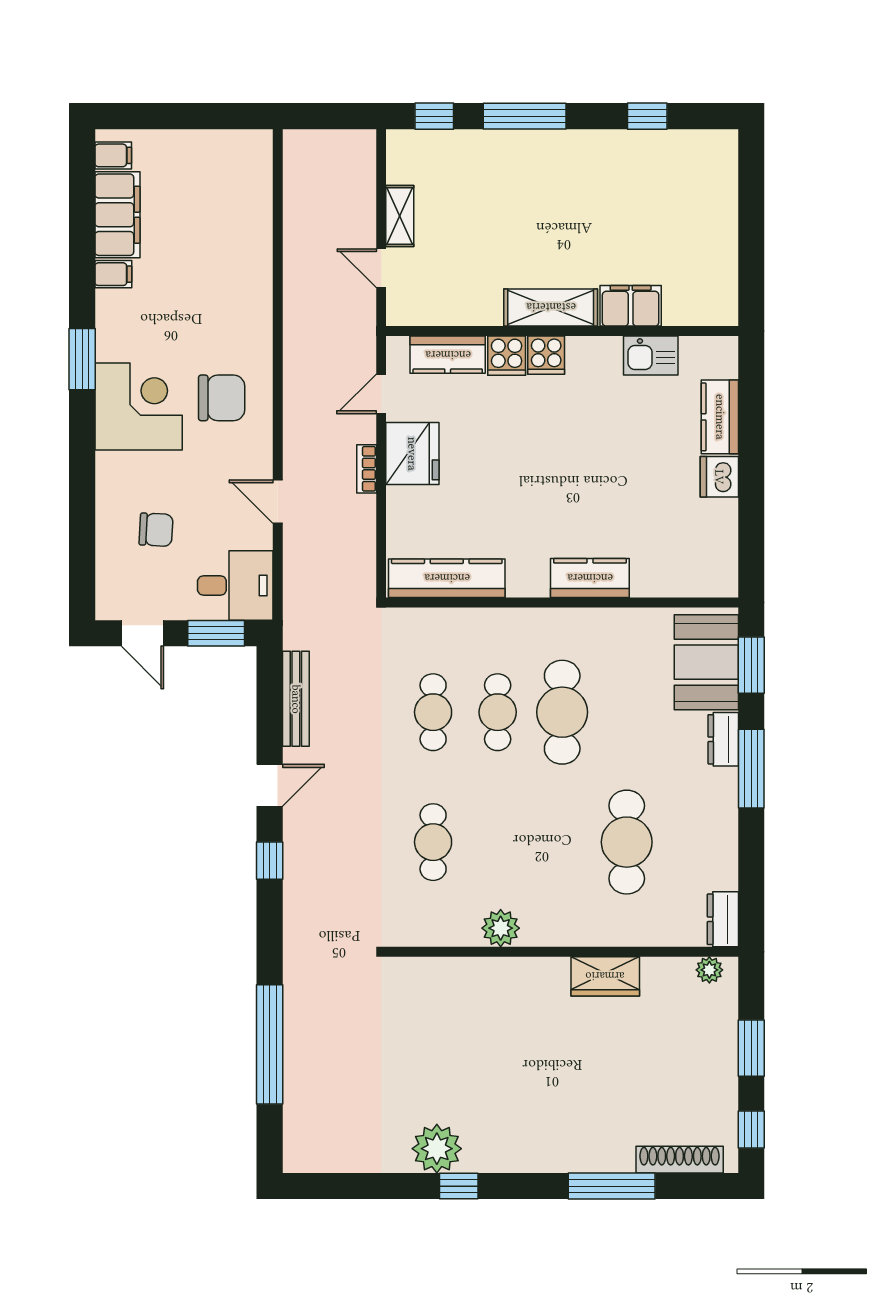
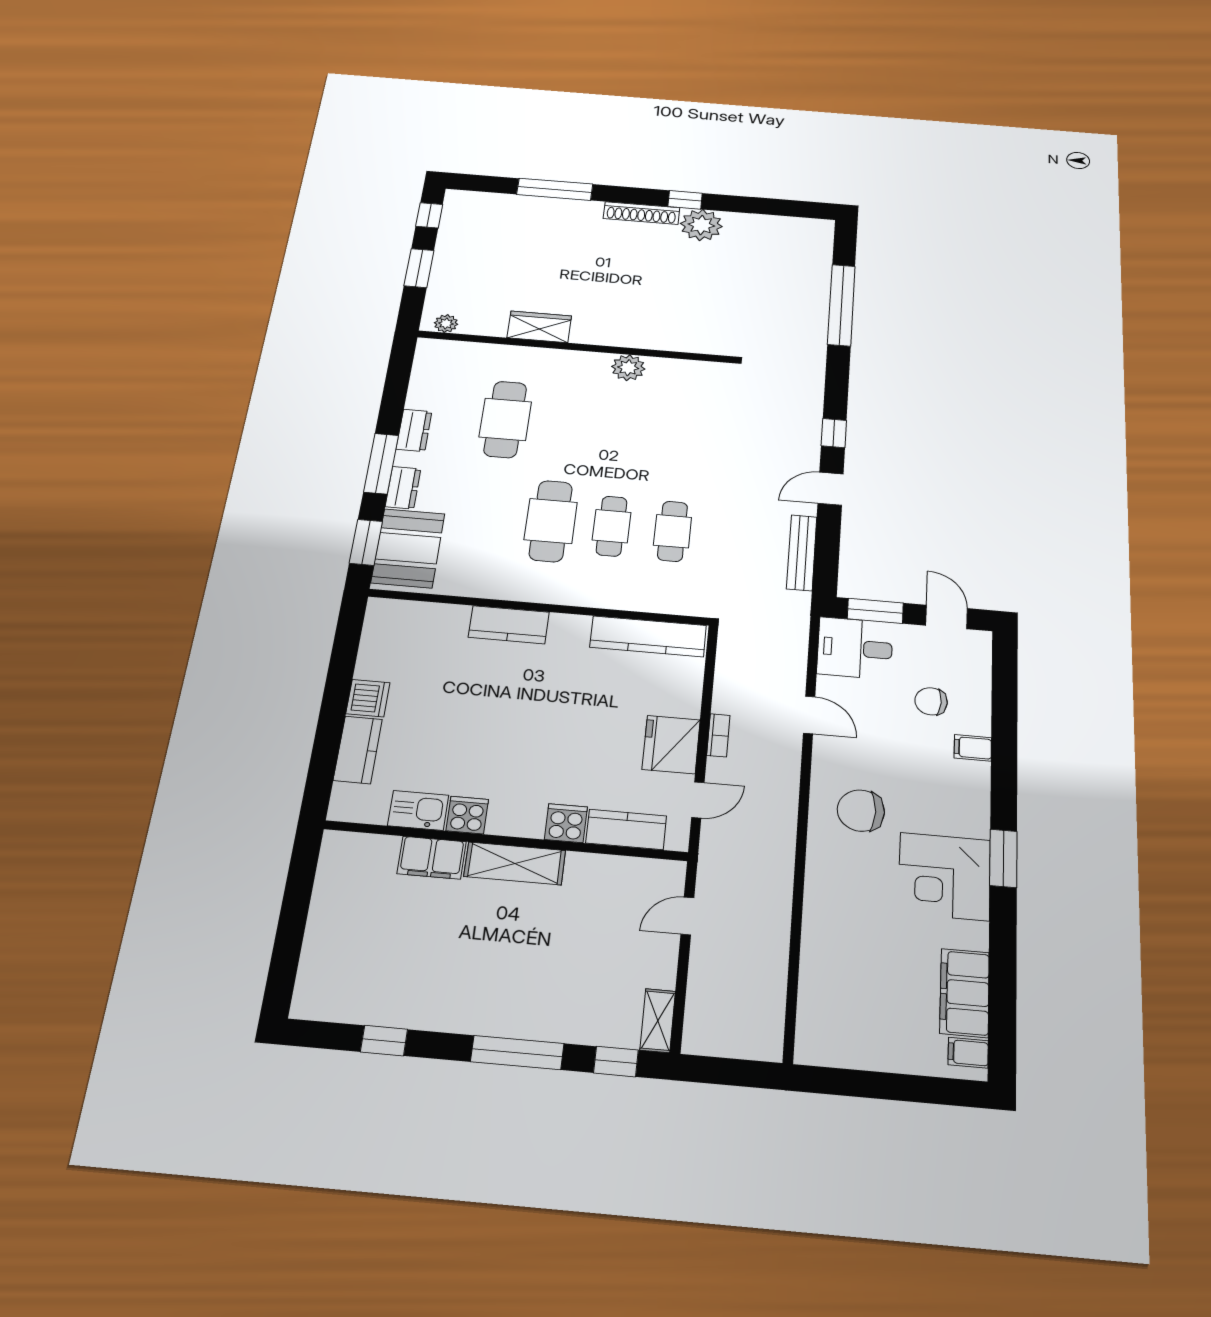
shelving: (400, 216) -> (658, 1021), moved
door: (381, 268) -> (687, 916), swing flipped
filing cabinet: (113, 274) -> (973, 748), moved
cooker: (546, 355) -> (467, 815), moved
corner desk: (139, 406) -> (944, 876), moved
cafe table: (433, 842) -> (683, 434), removed
dresser: (723, 919) -> (414, 430), moved
shoe rack: (680, 1160) -> (641, 213), moved

